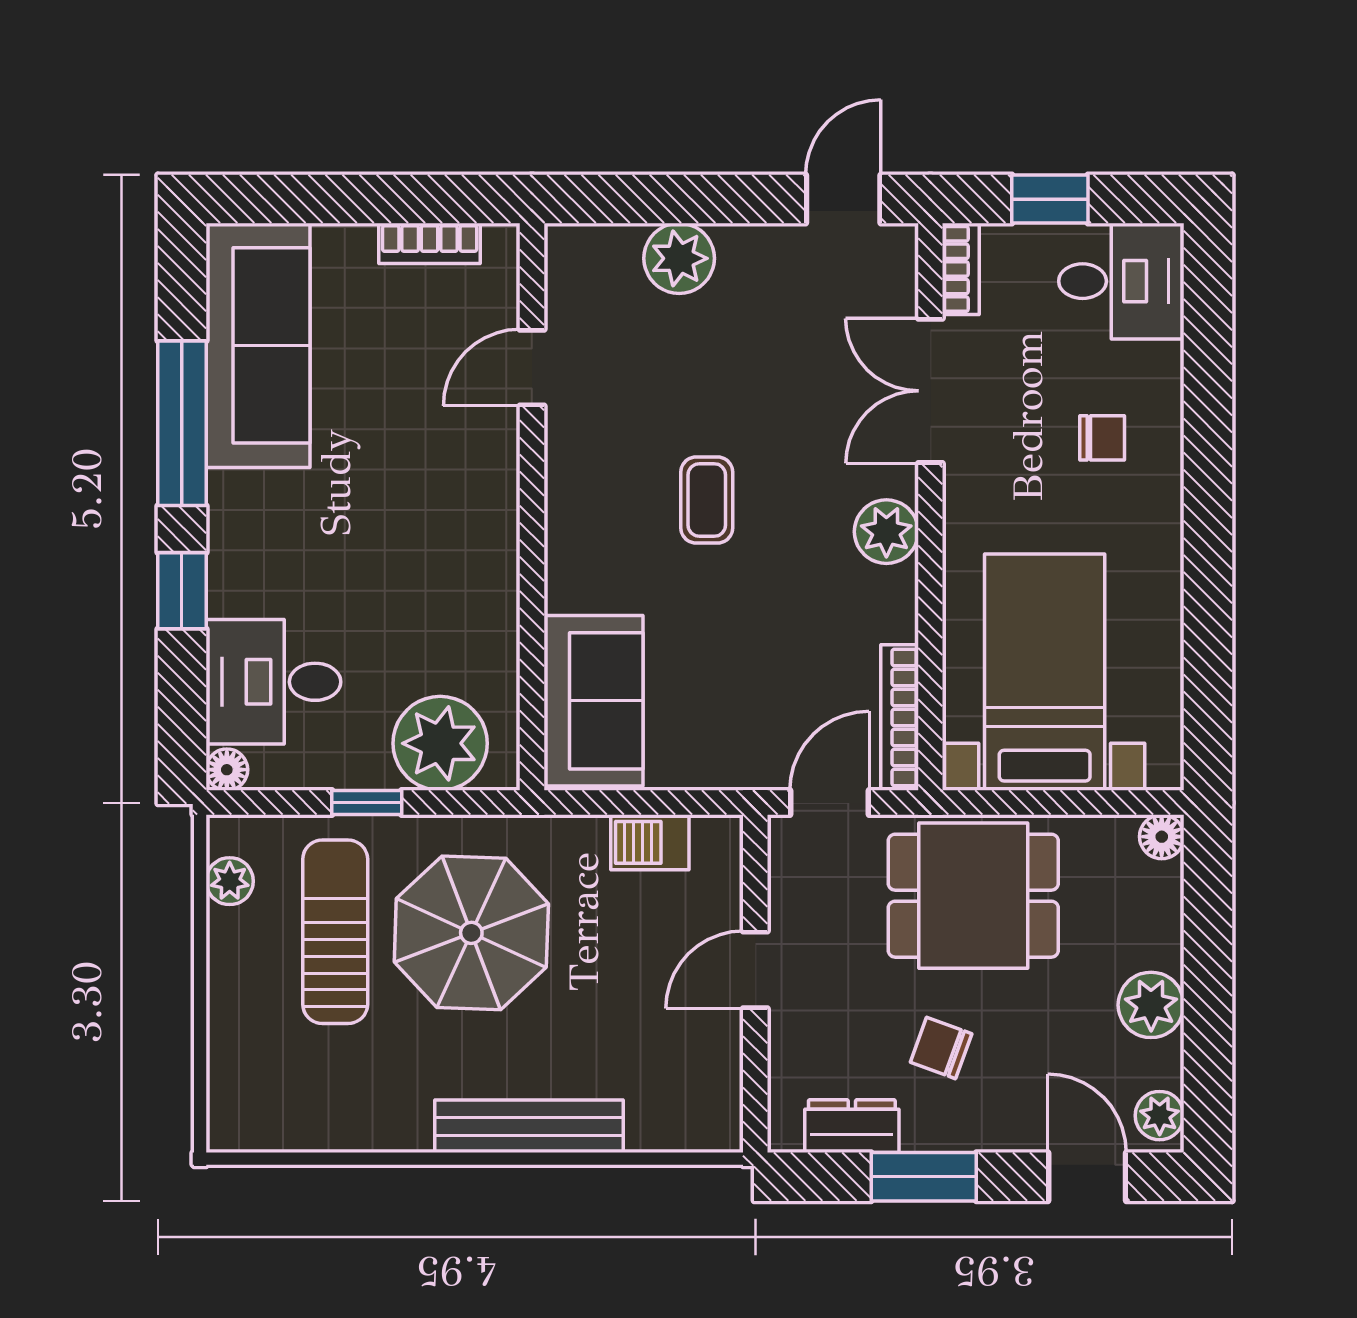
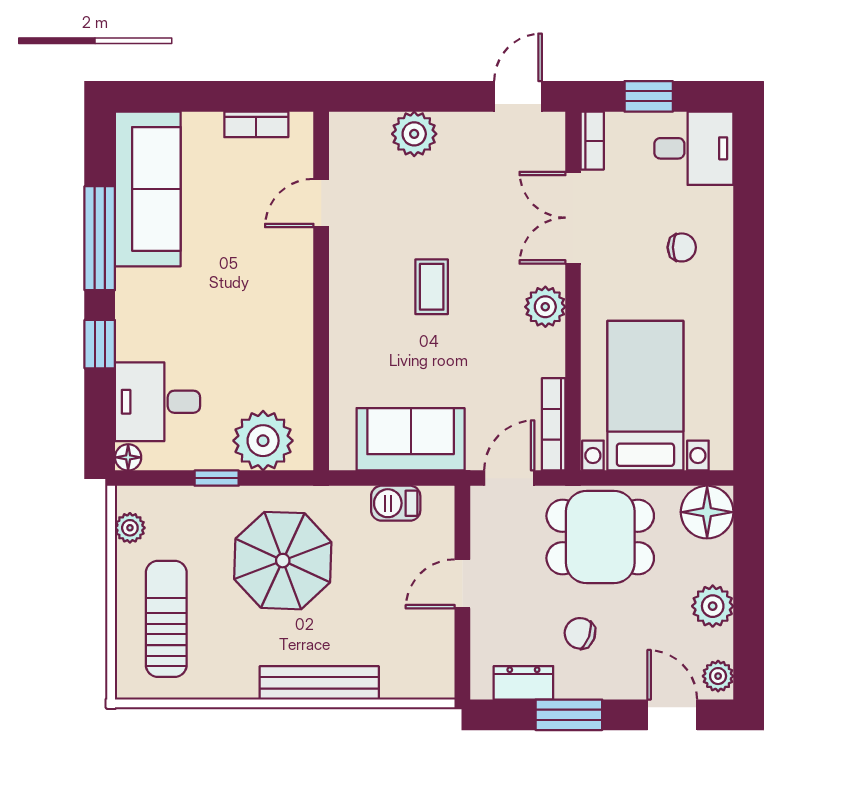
sofa: (593, 701) -> (411, 439), moved, turned -90
floor lamp: (1162, 837) -> (707, 512), width x1.89, depth x1.89
sun lounger: (335, 932) -> (166, 619), moved

